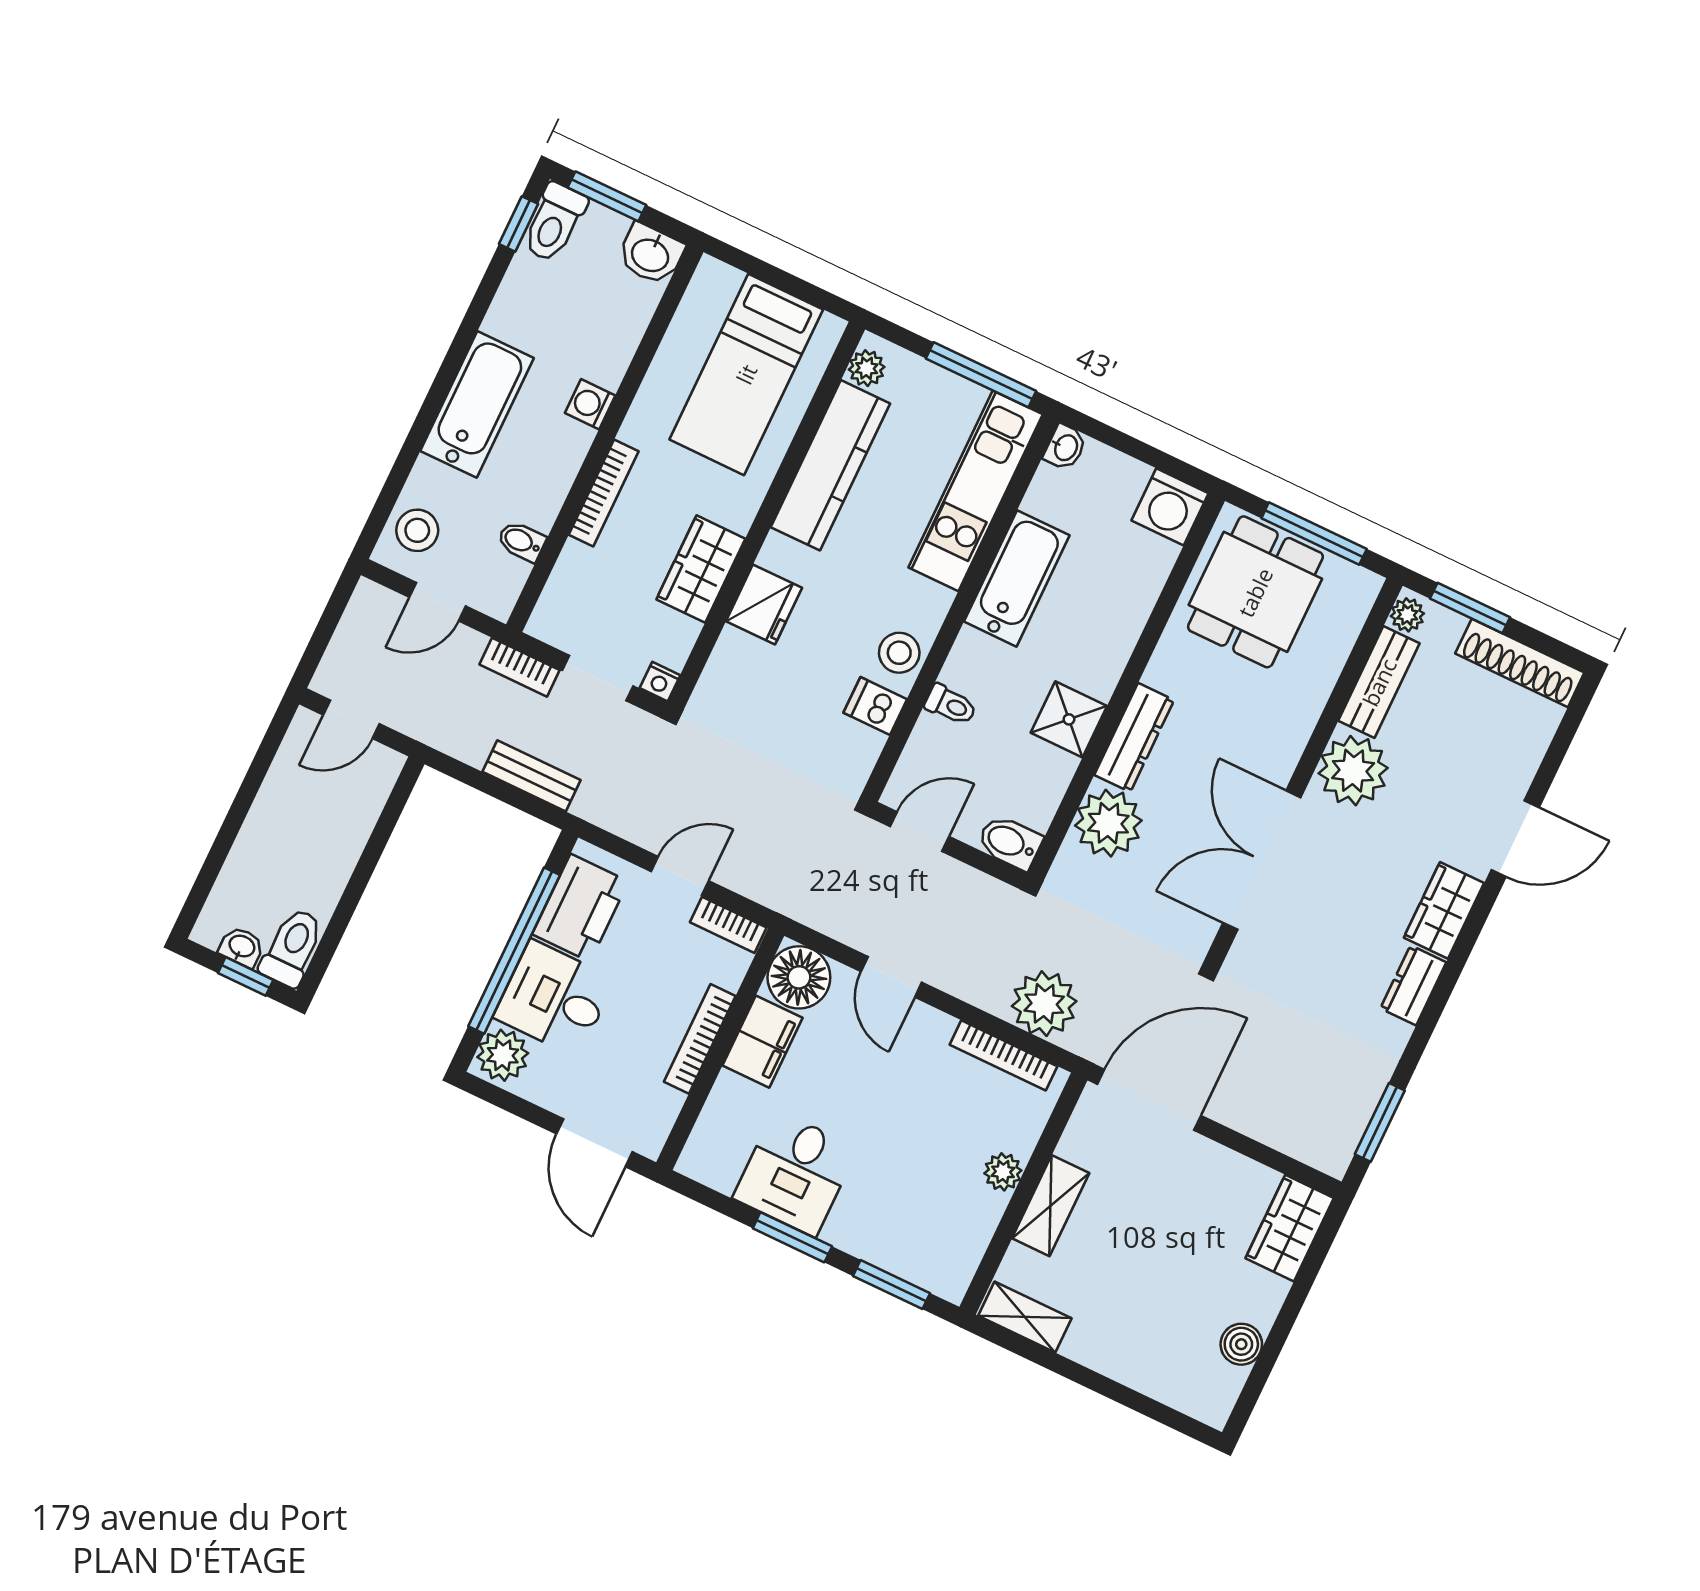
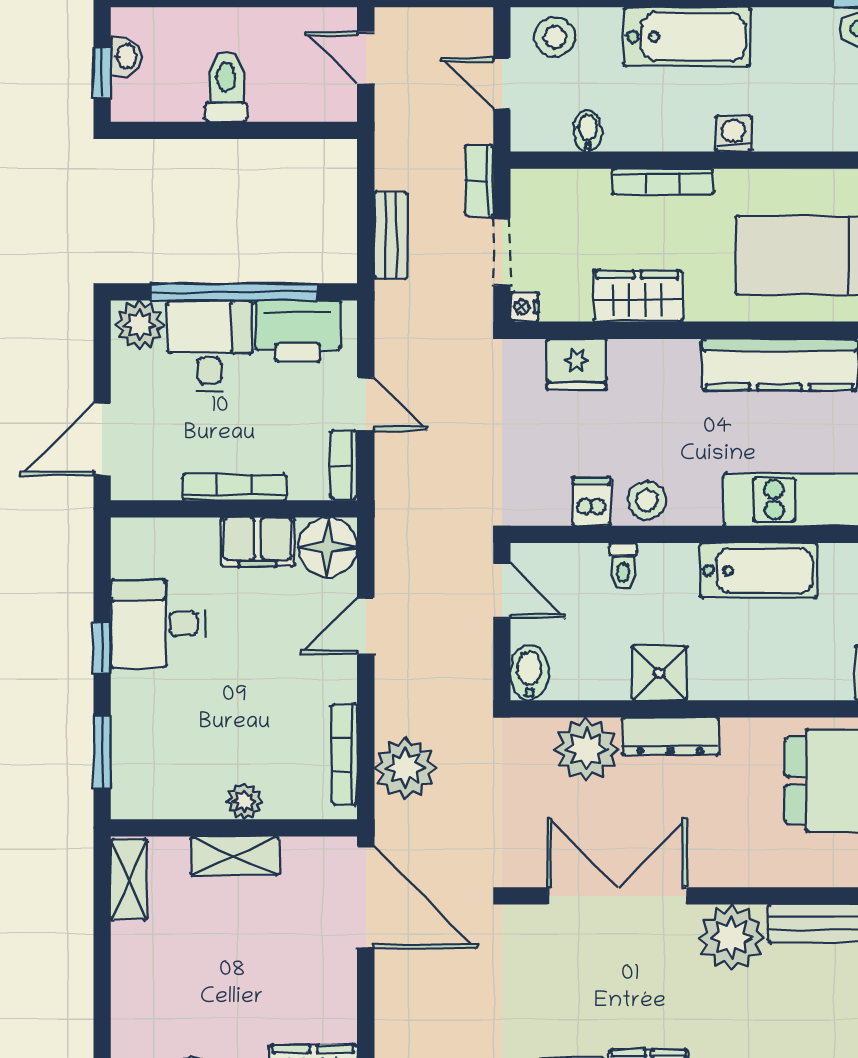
fridge: (764, 604) -> (577, 365), moved
toilet: (292, 948) -> (226, 87), moved, turned -90
window: (792, 1237) -> (102, 648), width x0.67

